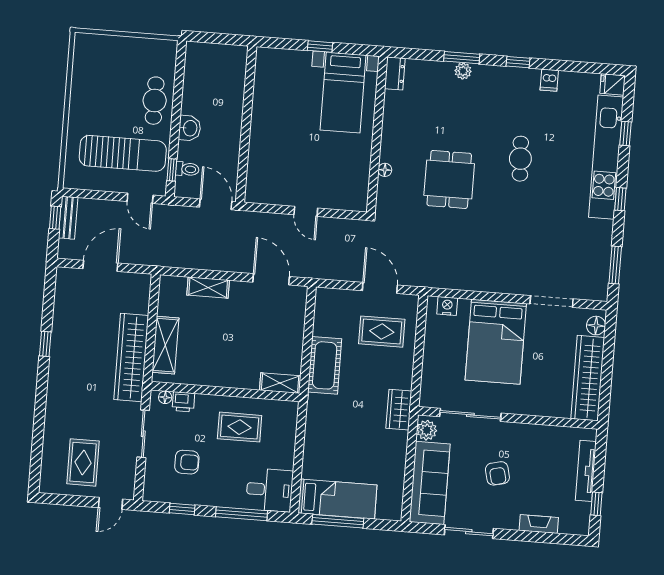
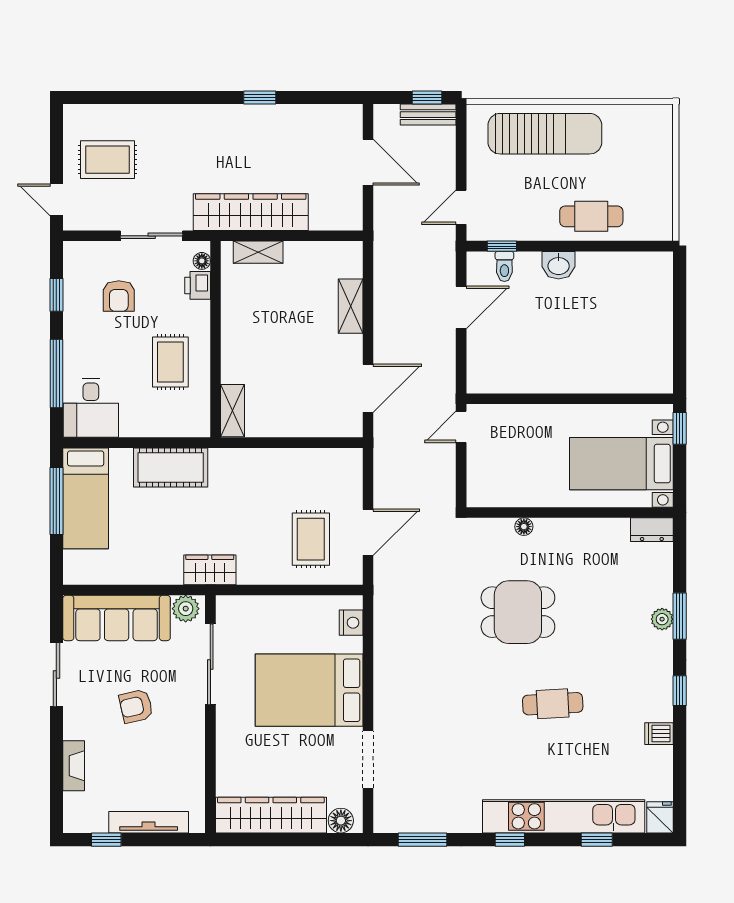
wall: (246, 124) -> (570, 399), moved
sun lounger: (123, 153) -> (545, 134), moved, turned -90
shelving: (165, 345) -> (258, 252), width x0.67, depth x0.75
cot: (325, 365) -> (171, 467), moved

